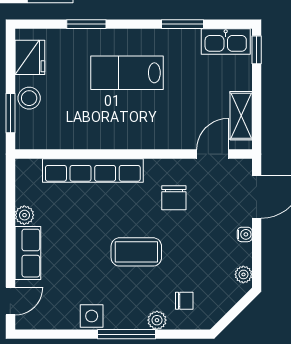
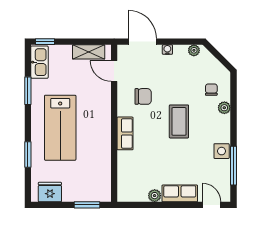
lab bench: (127, 73) -> (60, 128), width x1.36, depth x1.39
stool: (29, 98) -> (77, 193), removed
row of seats: (93, 170) -> (125, 133), width x0.50
window: (127, 334) -> (233, 166), moved

